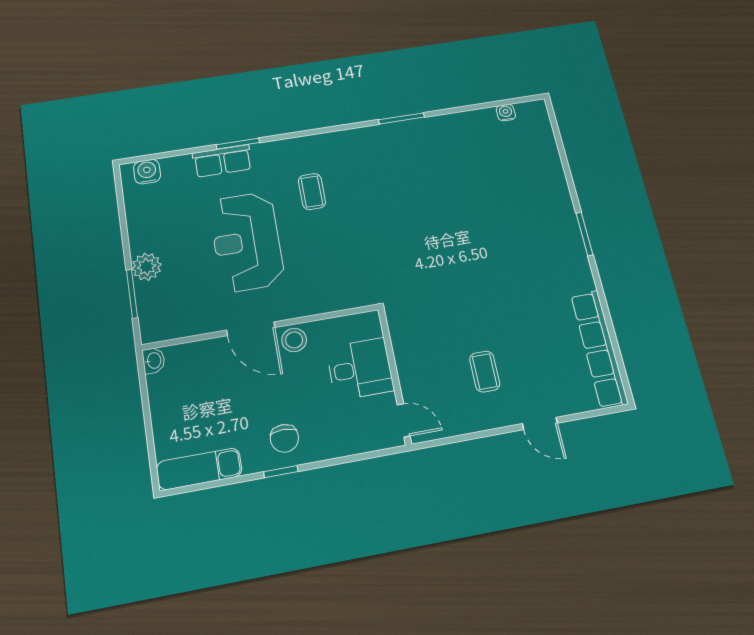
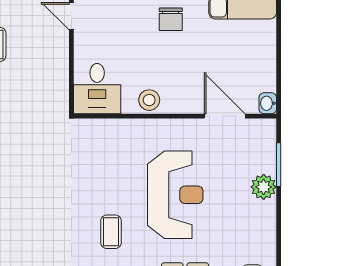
door: (251, 329) -> (225, 116), moved
desk: (360, 369) -> (97, 89), moved, turned -90
chair: (284, 438) -> (171, 19), turned 180

